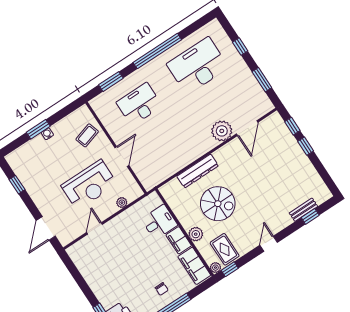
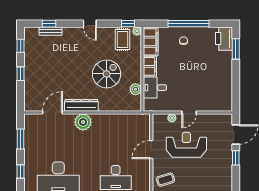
window: (292, 126) -> (21, 46), moved
plant: (222, 131) -> (83, 122), moved
dresser: (198, 171) -> (81, 105), moved
window: (17, 185) -> (236, 158), moved
spiral stairs: (218, 204) -> (107, 74), turned 90
door: (95, 228) -> (189, 112), moved
plant: (196, 234) -> (135, 89), moved
door: (269, 244) -> (90, 24), hinge flipped

